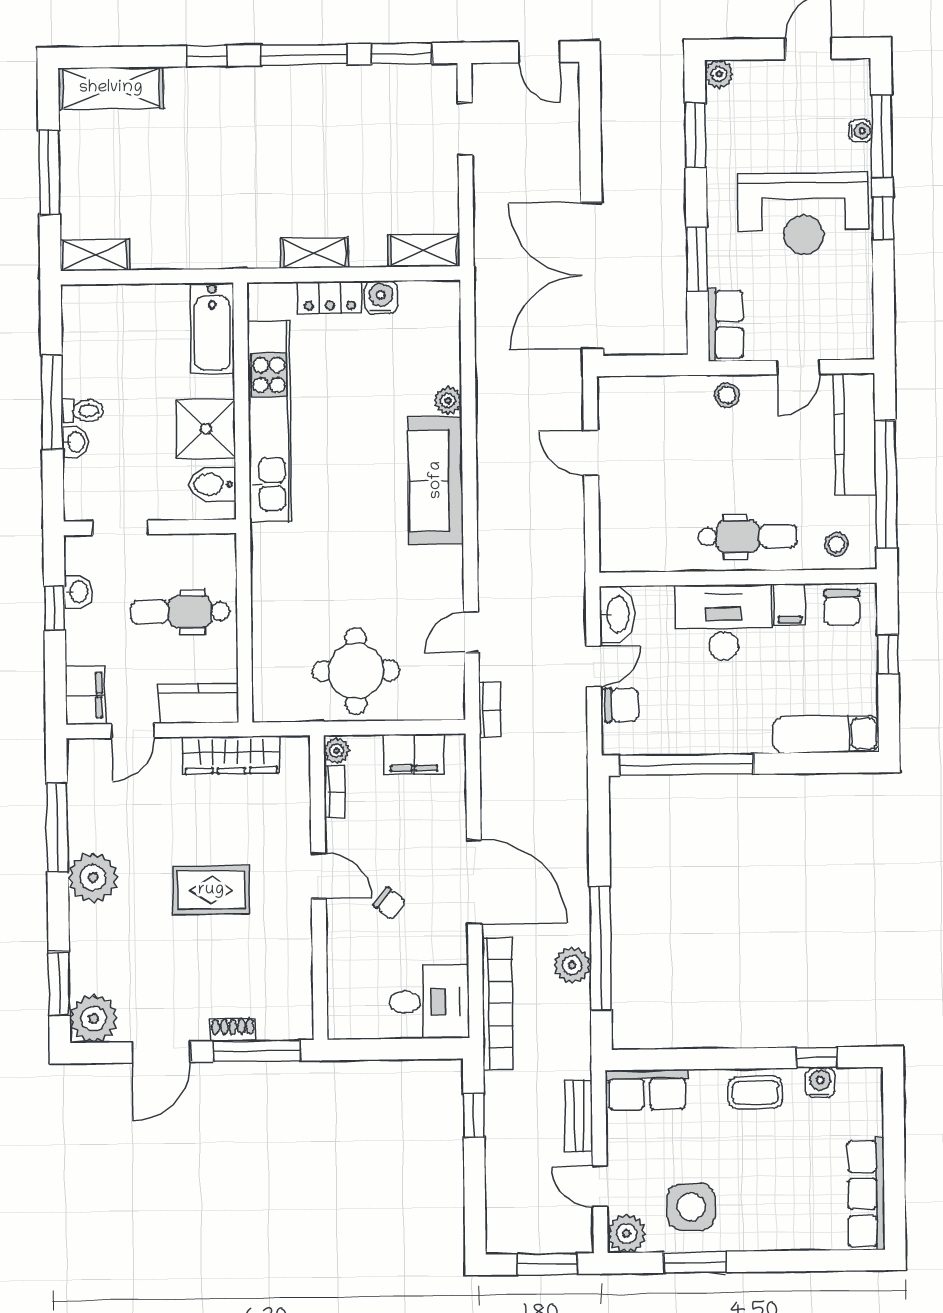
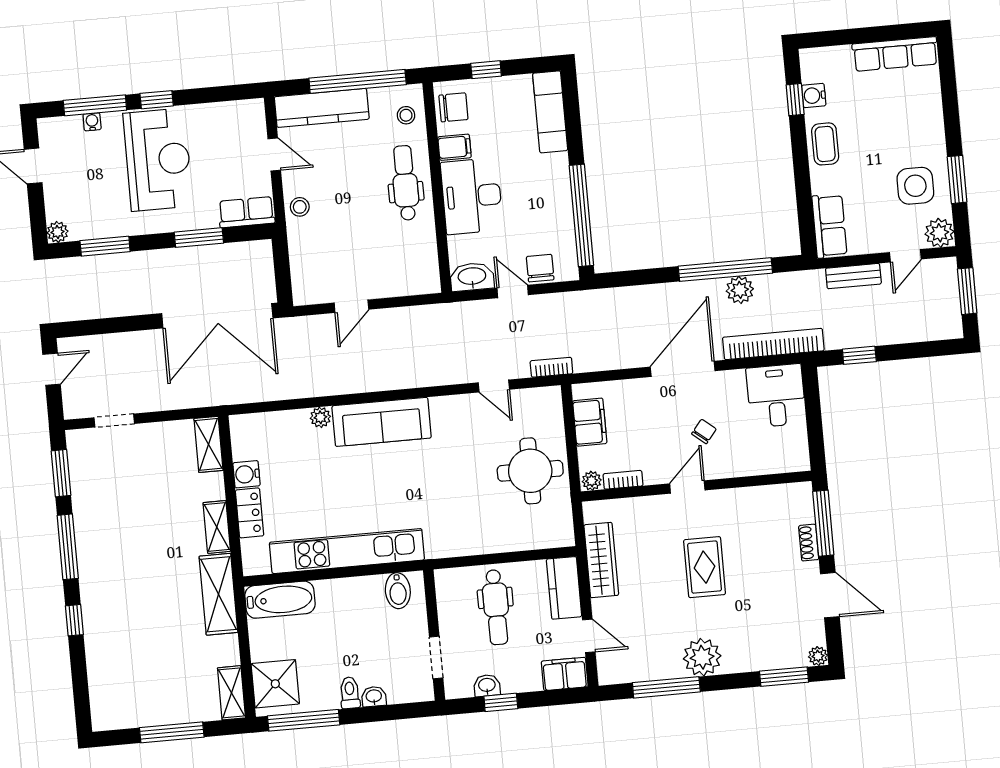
shelving: (111, 88) -> (218, 594), moved
window: (52, 402) -> (304, 720), moved
shower: (206, 429) -> (275, 684), moved
plant: (94, 1019) -> (818, 656), width x0.53, depth x0.53

